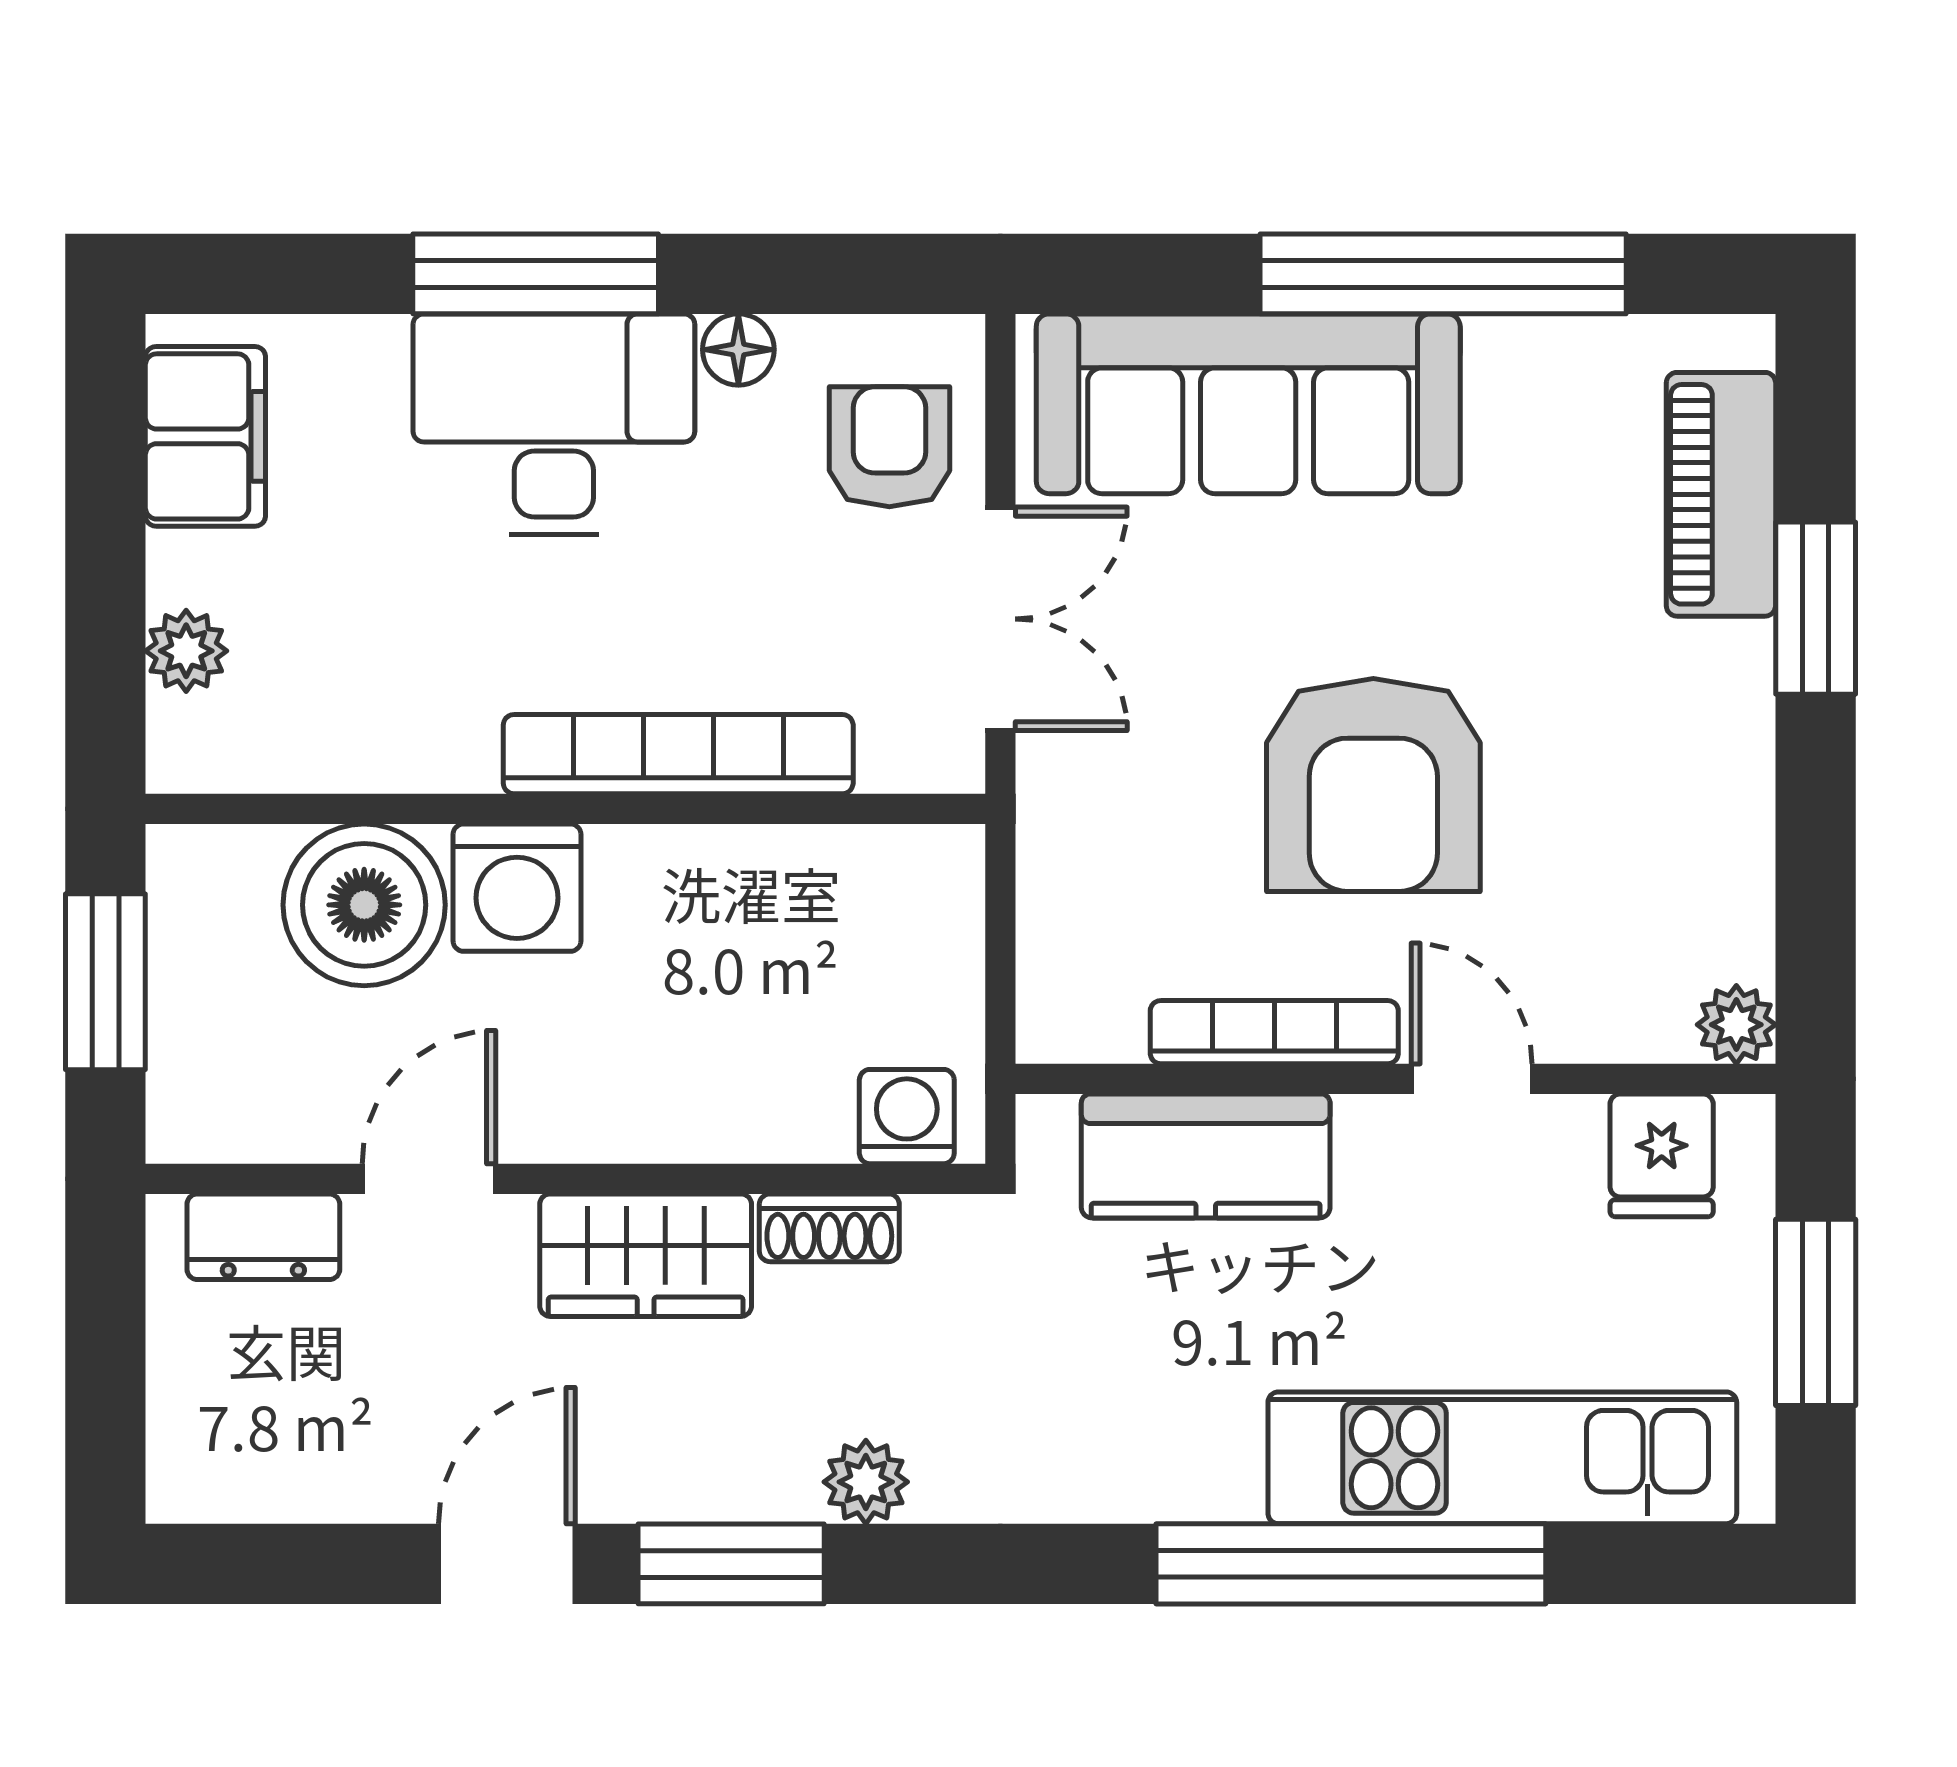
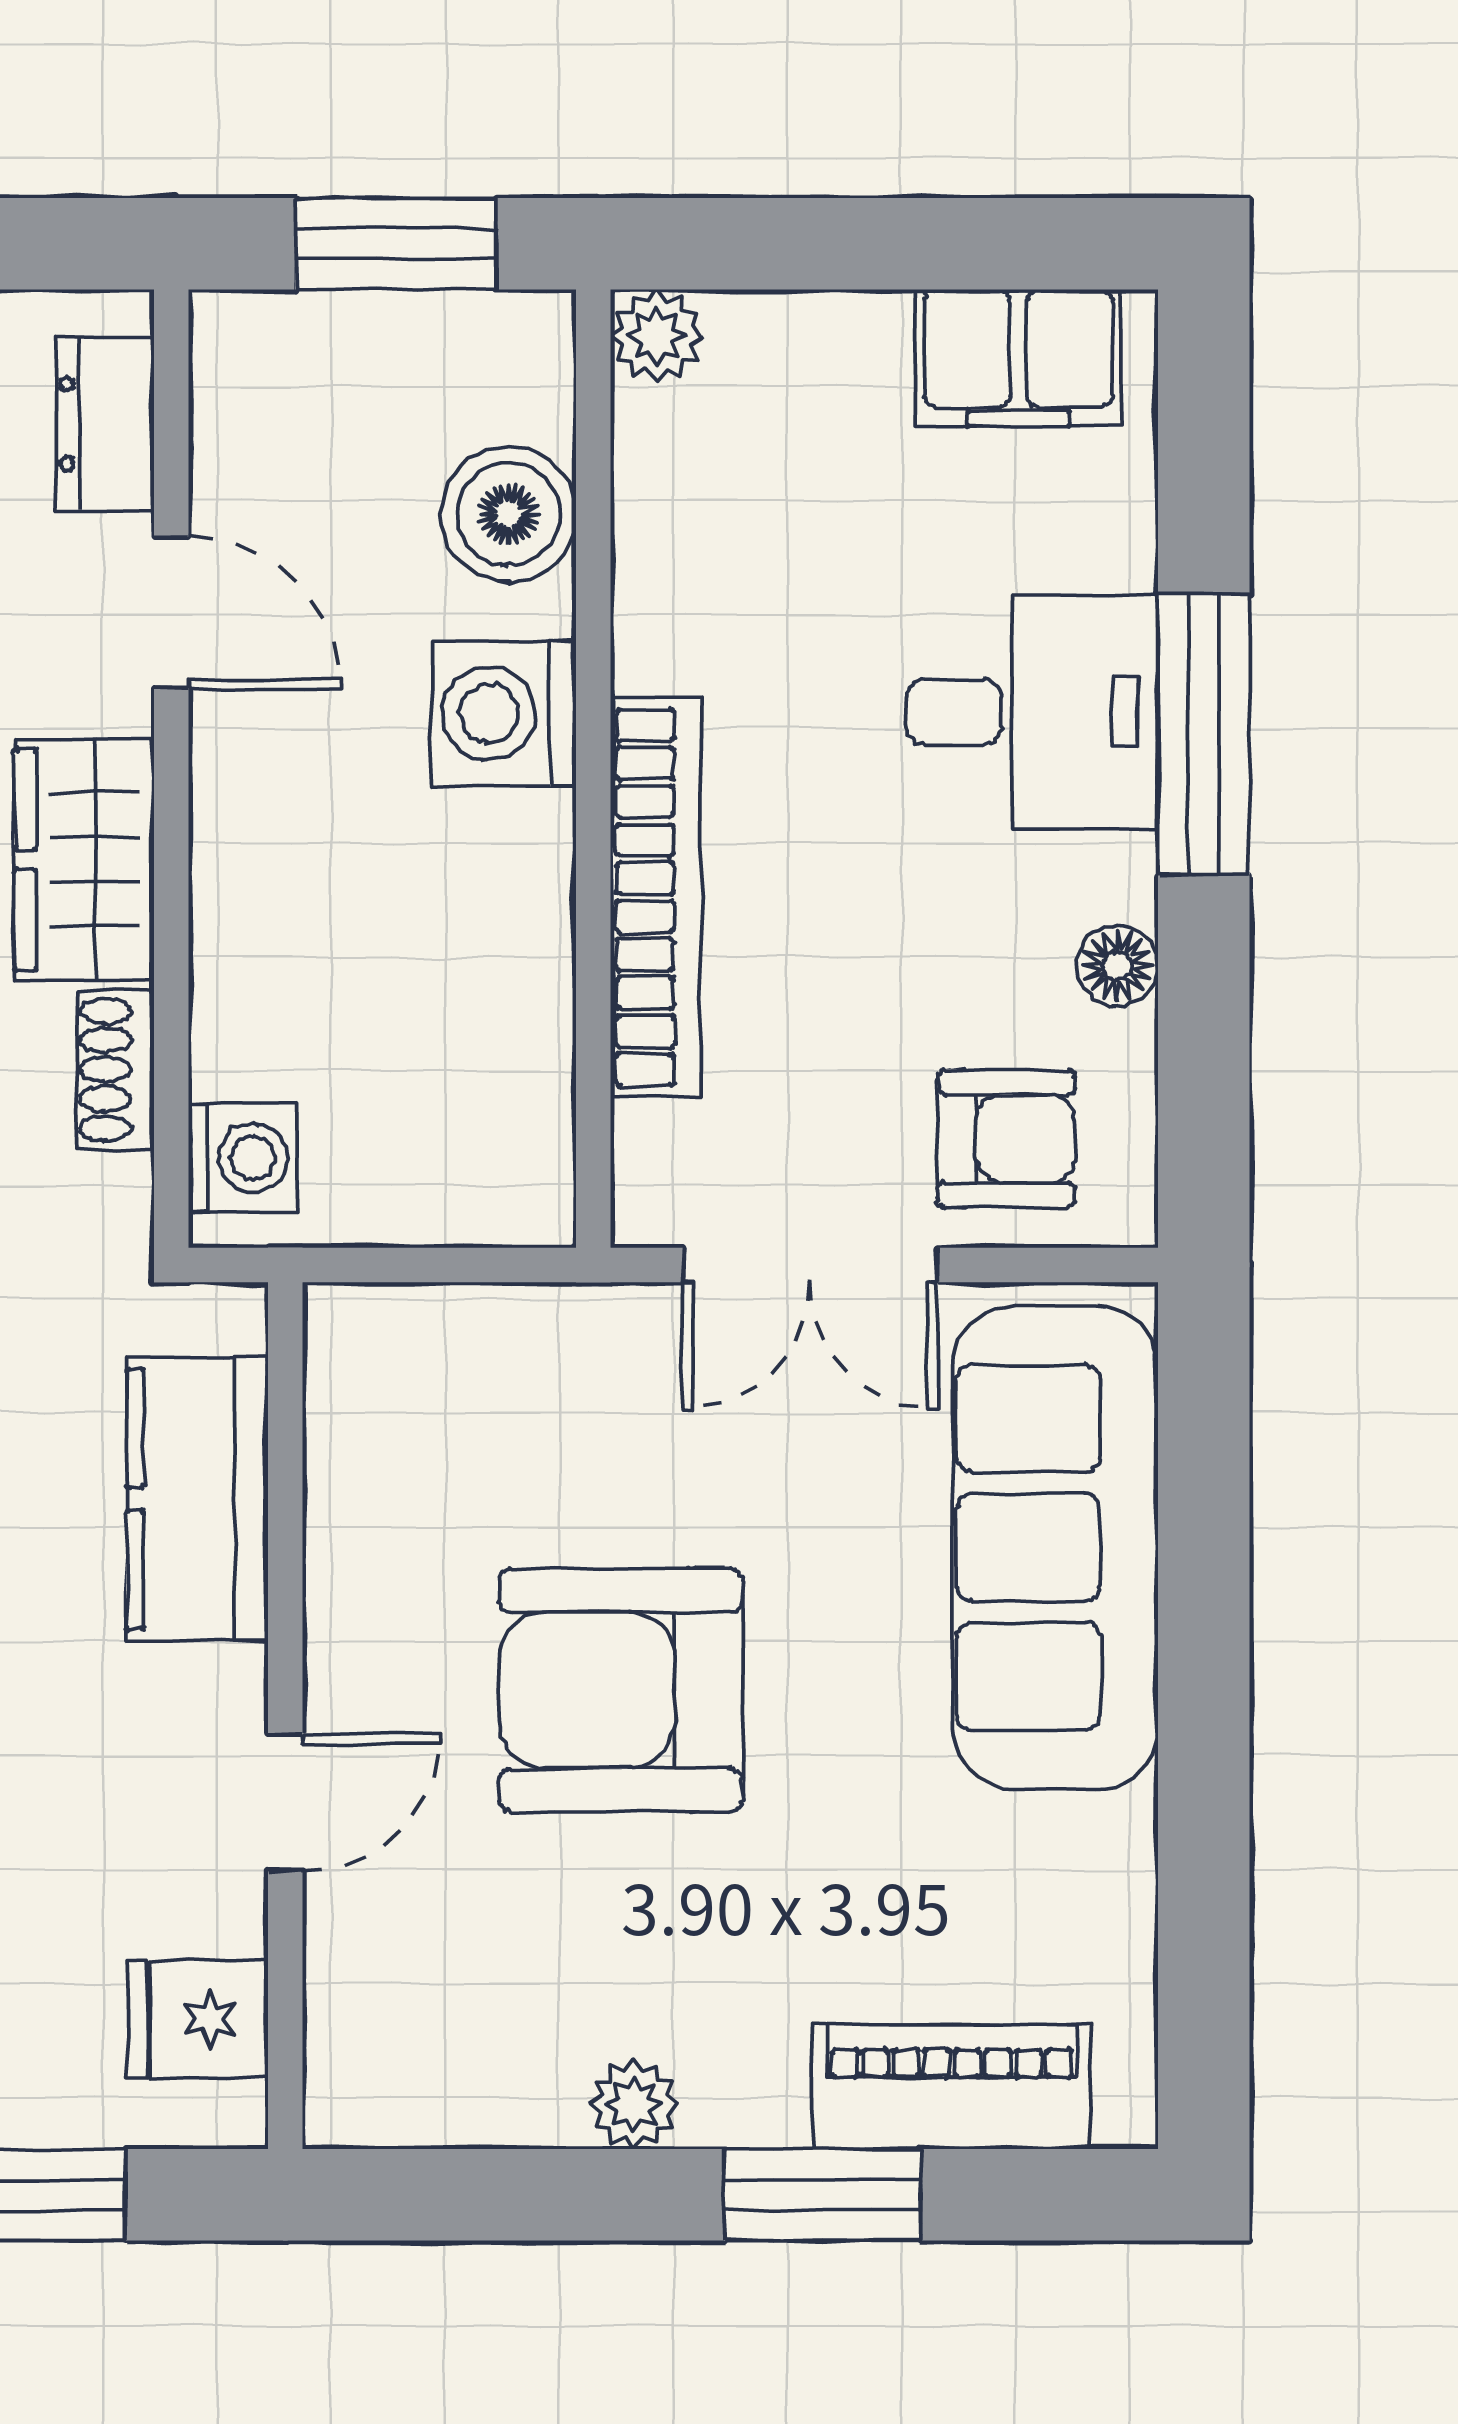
window: (1443, 274) -> (1204, 1770), removed
desk: (554, 424) -> (1032, 712), width x0.73
plant: (186, 651) -> (657, 336), moved
boiler: (364, 905) -> (509, 514), width x0.73, depth x0.73
plant: (1736, 1025) -> (634, 2104), moved
bookcase: (1274, 1032) -> (339, 1577), removed

